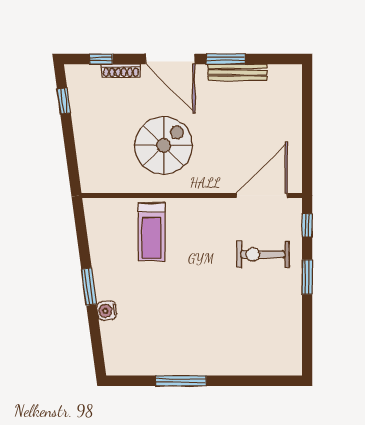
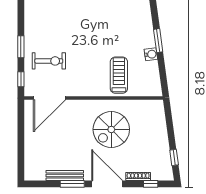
water cooler: (107, 311) -> (151, 54), moved

